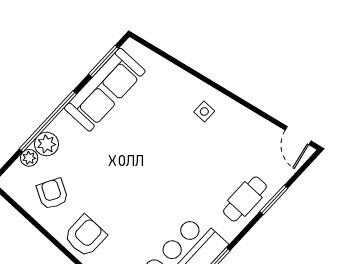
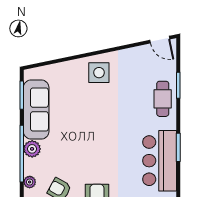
side table: (204, 111) -> (99, 73), width x1.87, depth x1.87
plant: (47, 144) -> (32, 149), moved

